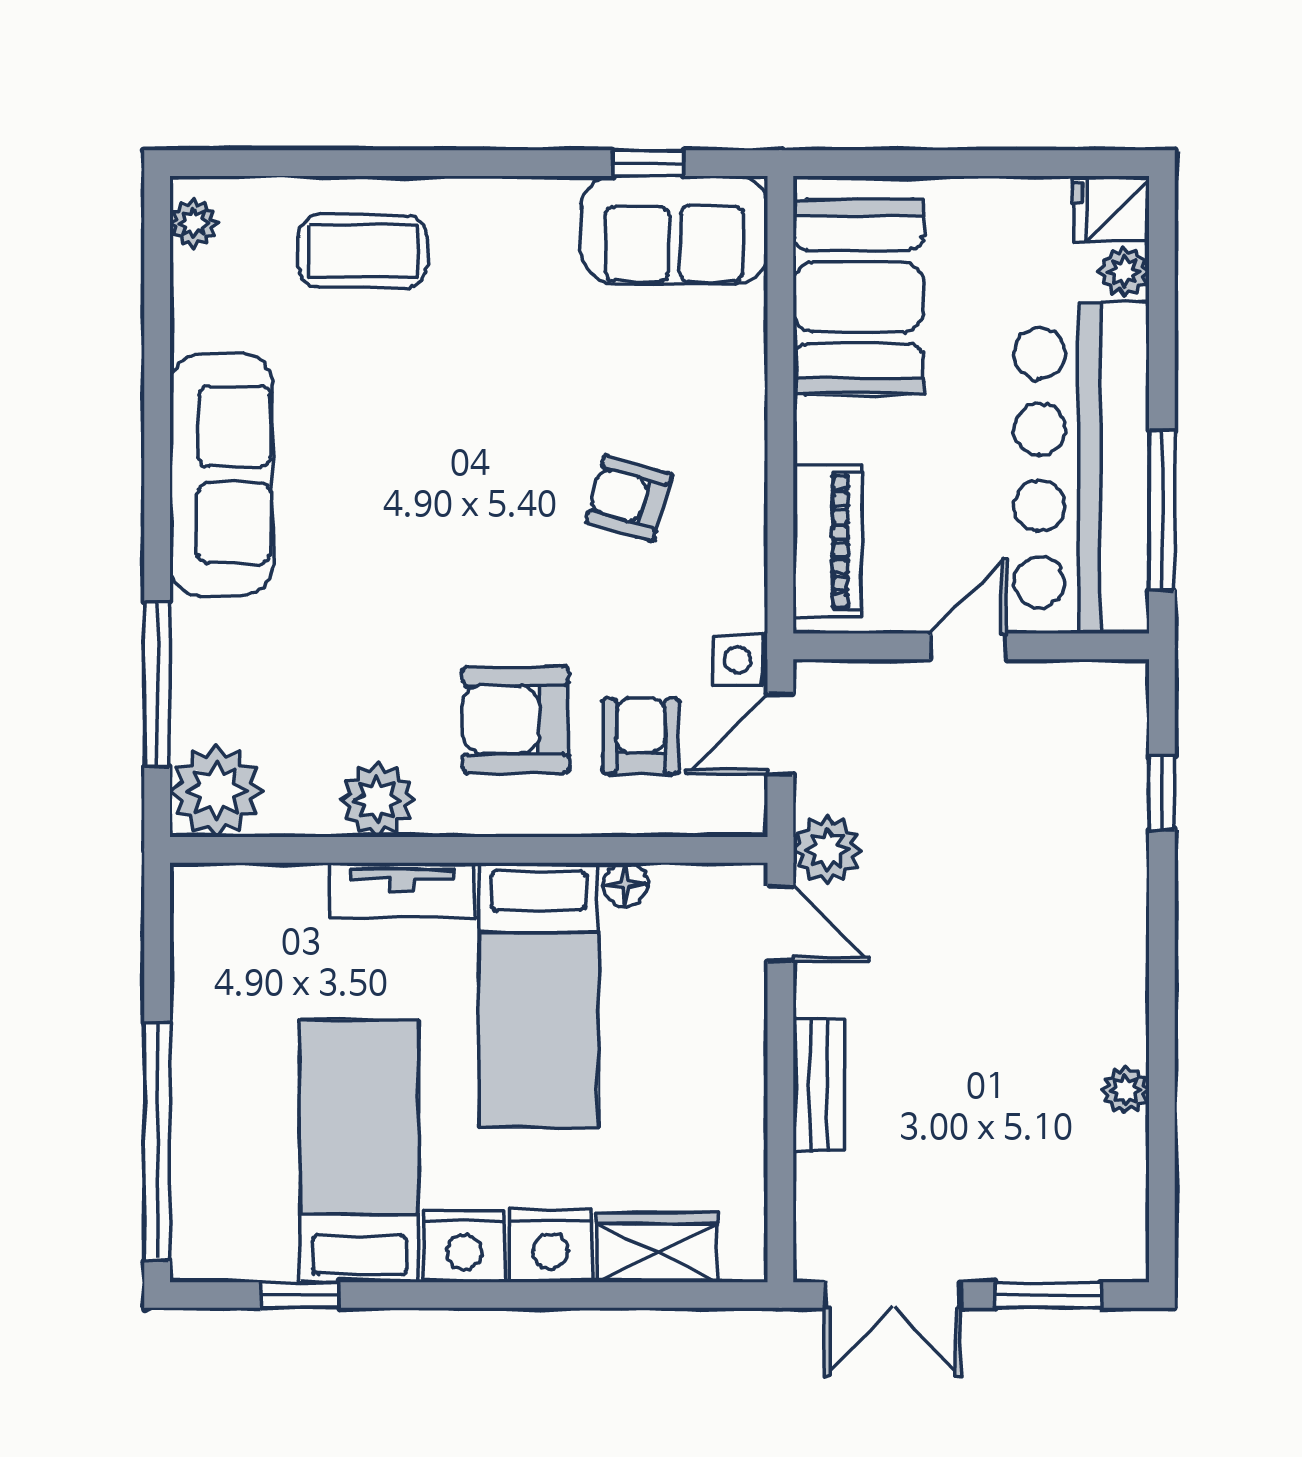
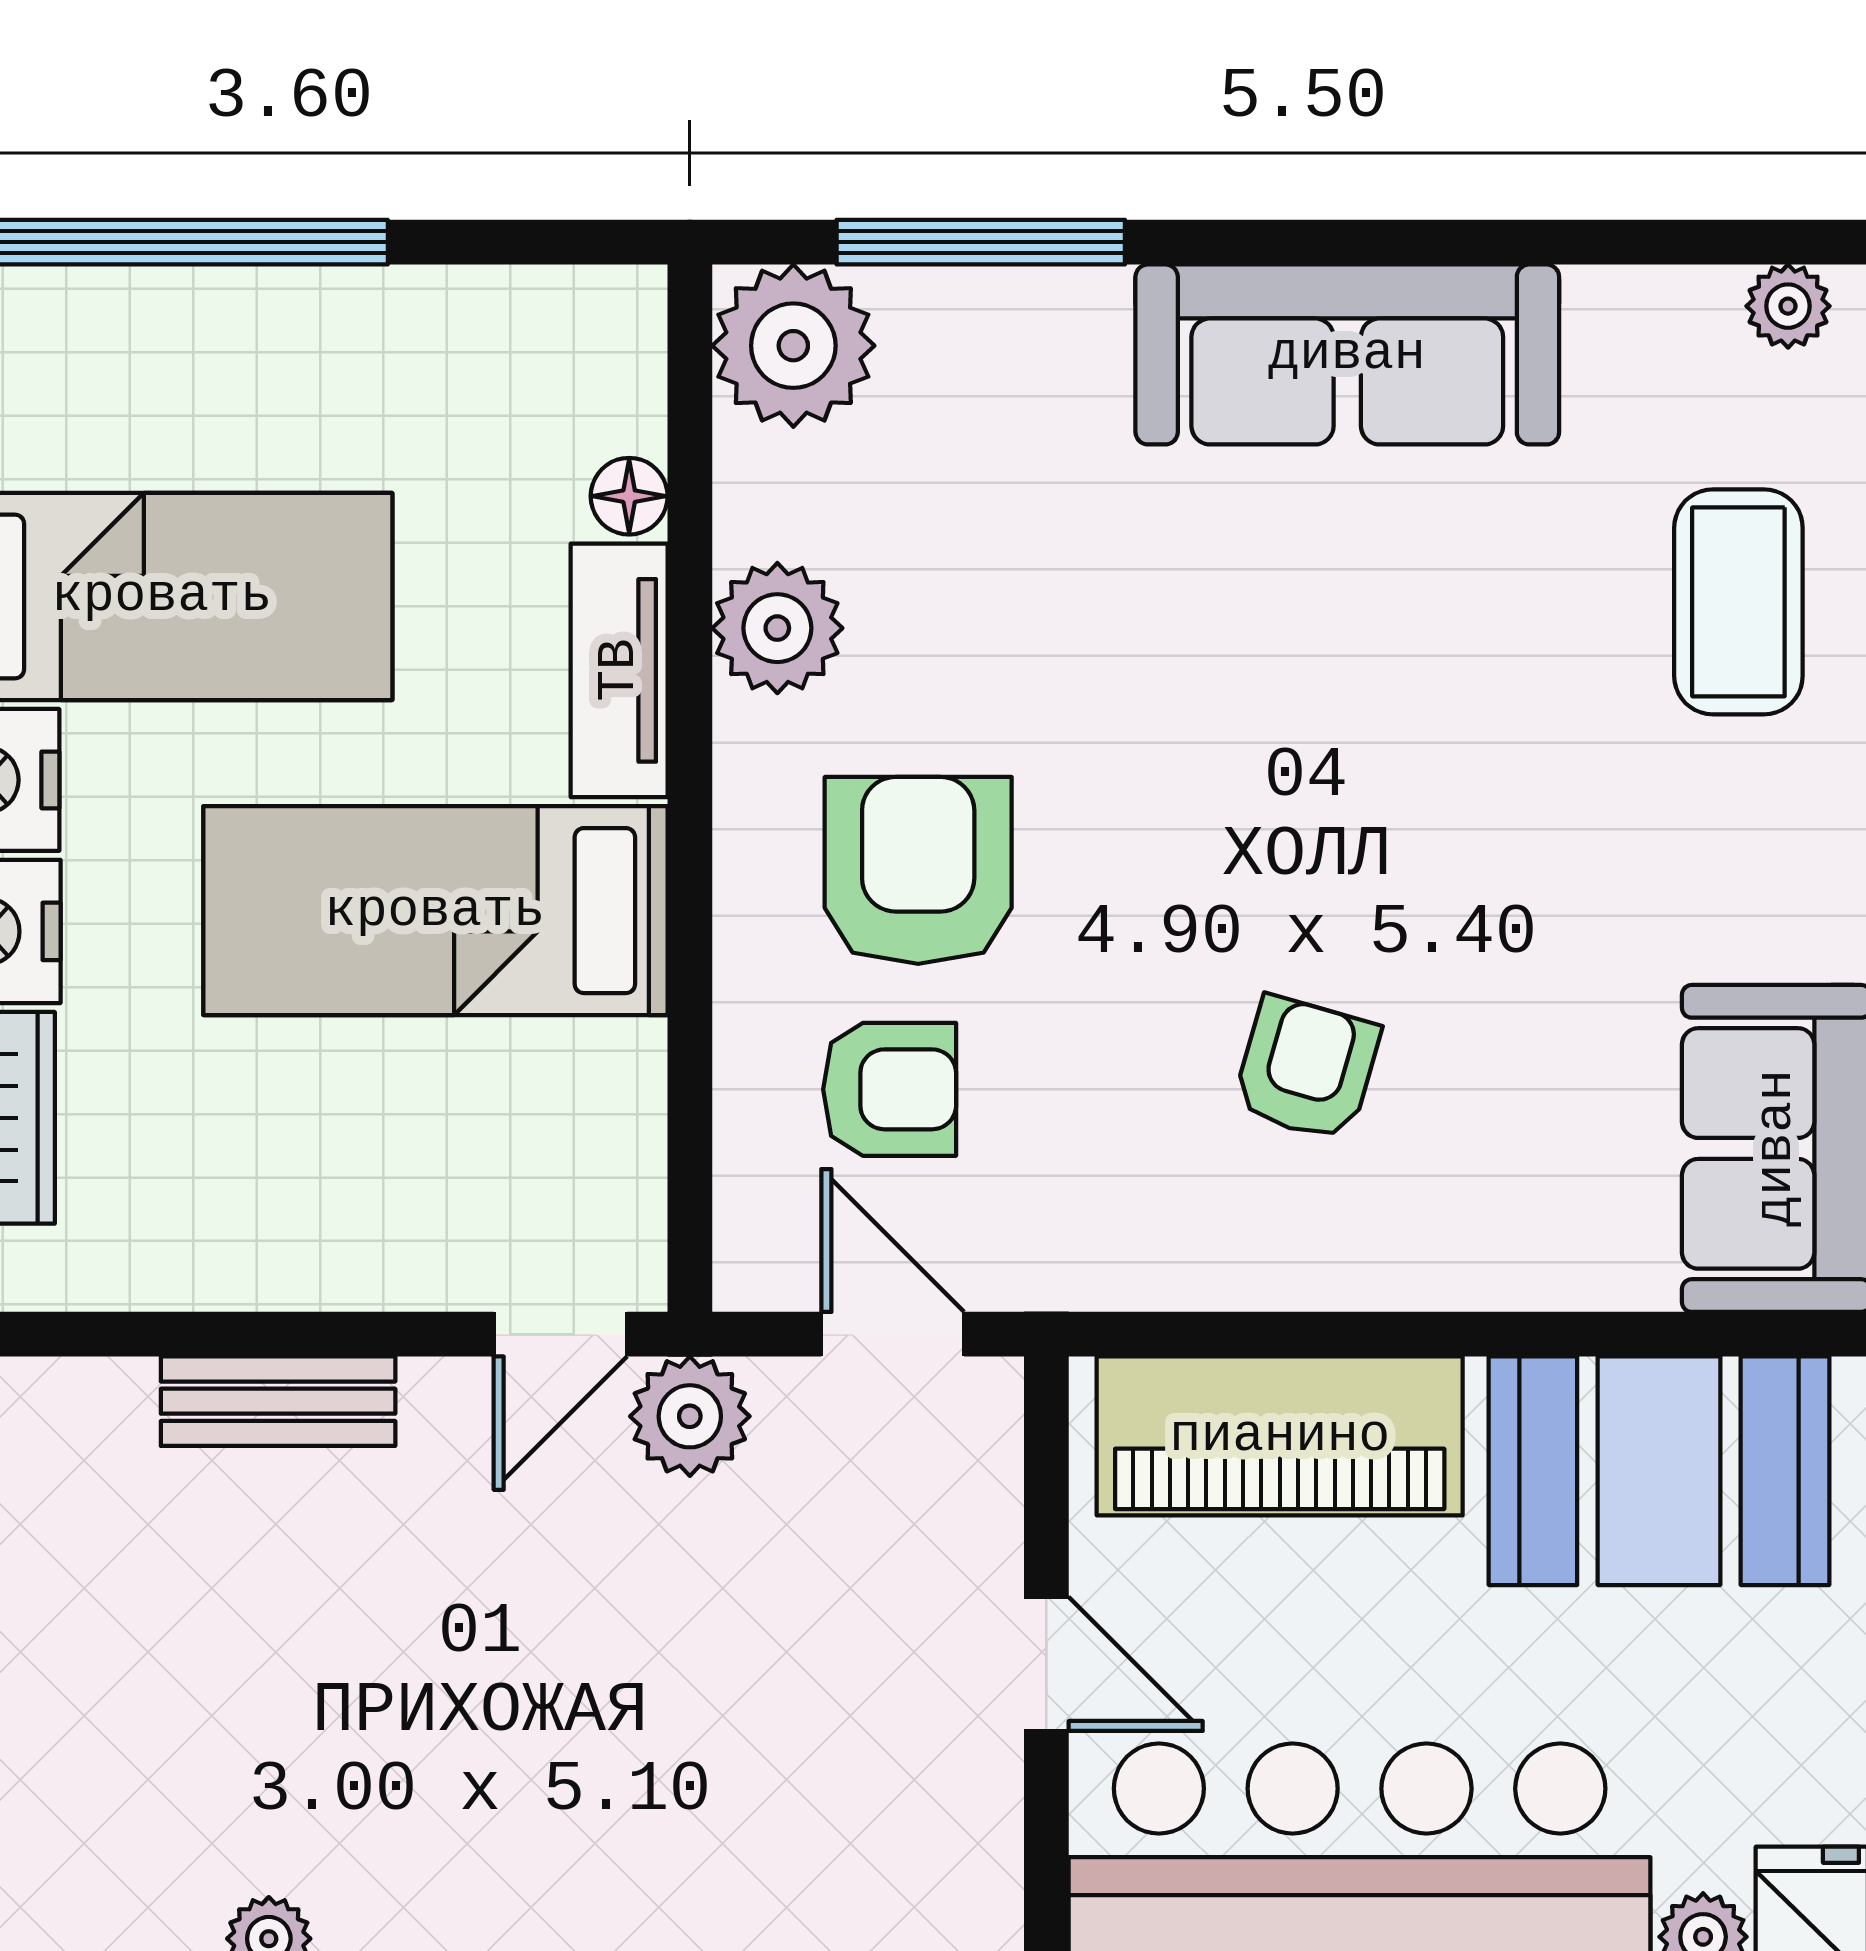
piano: (827, 541) -> (1280, 1436), width x1.37, depth x1.33
side table: (737, 660) -> (1023, 1259), removed
floor lamp: (625, 885) -> (629, 496), moved

